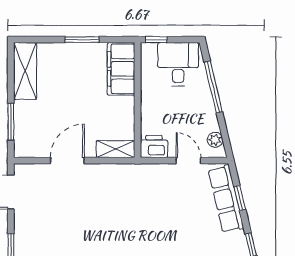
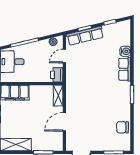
door: (67, 161) -> (64, 122), hinge flipped

